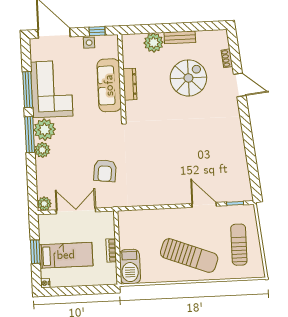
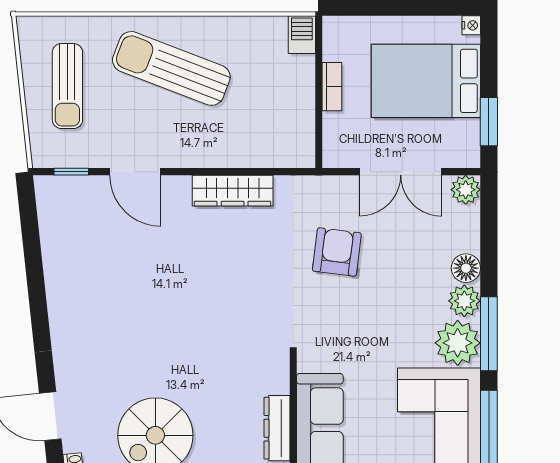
floor lamp: (42, 166) -> (466, 268), added
wardrobe: (157, 198) -> (233, 191), added
window: (35, 252) -> (489, 122), moved
bed: (66, 255) -> (426, 81), width x1.50
barbecue: (130, 267) -> (302, 35), width x0.53, depth x0.65

